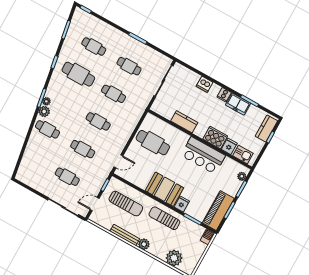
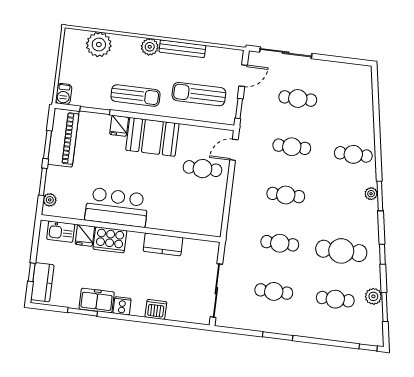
plant: (44, 112) -> (373, 296), moved
cafe table: (153, 143) -> (202, 169), moved, width x0.73, depth x0.74

